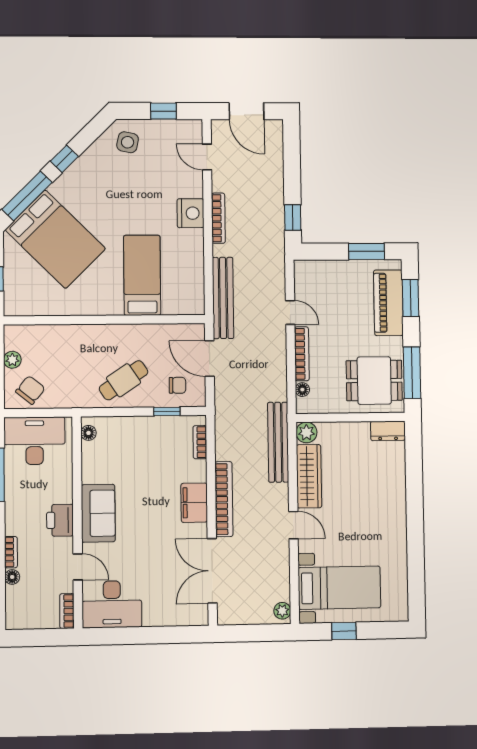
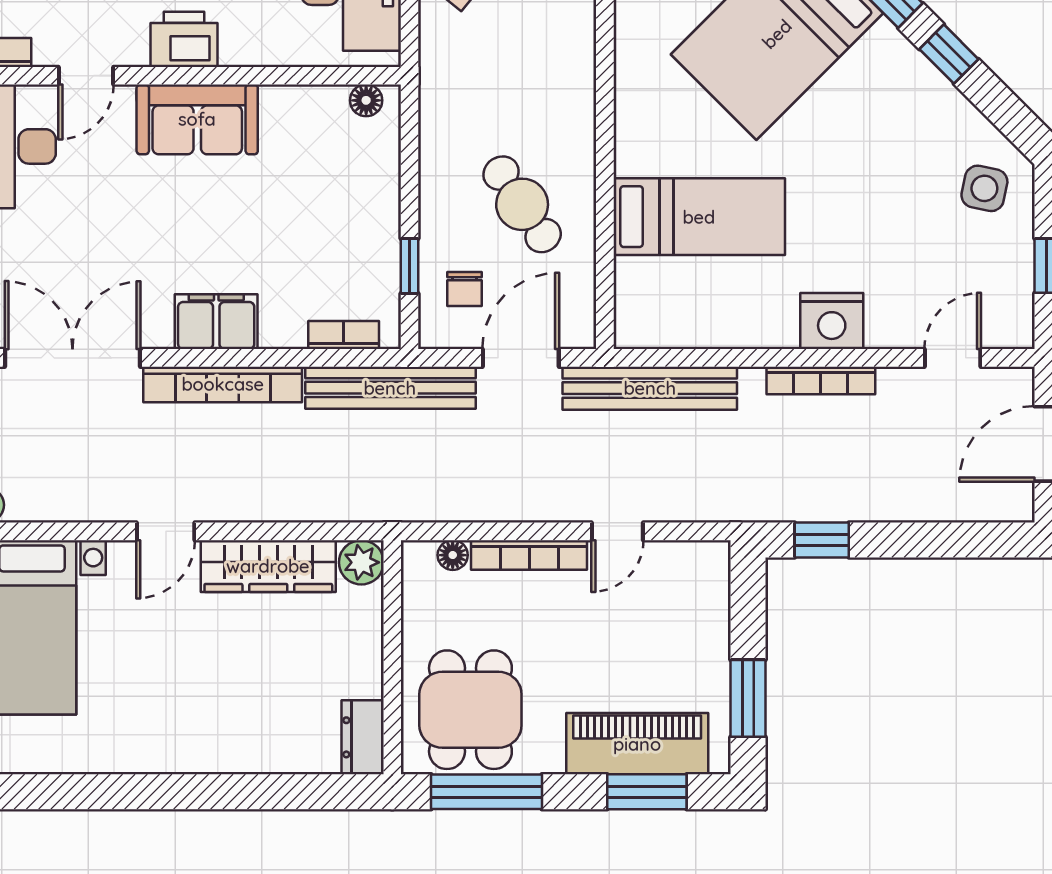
cafe table: (124, 380) -> (522, 204), moved
bench: (278, 442) -> (390, 388), moved

